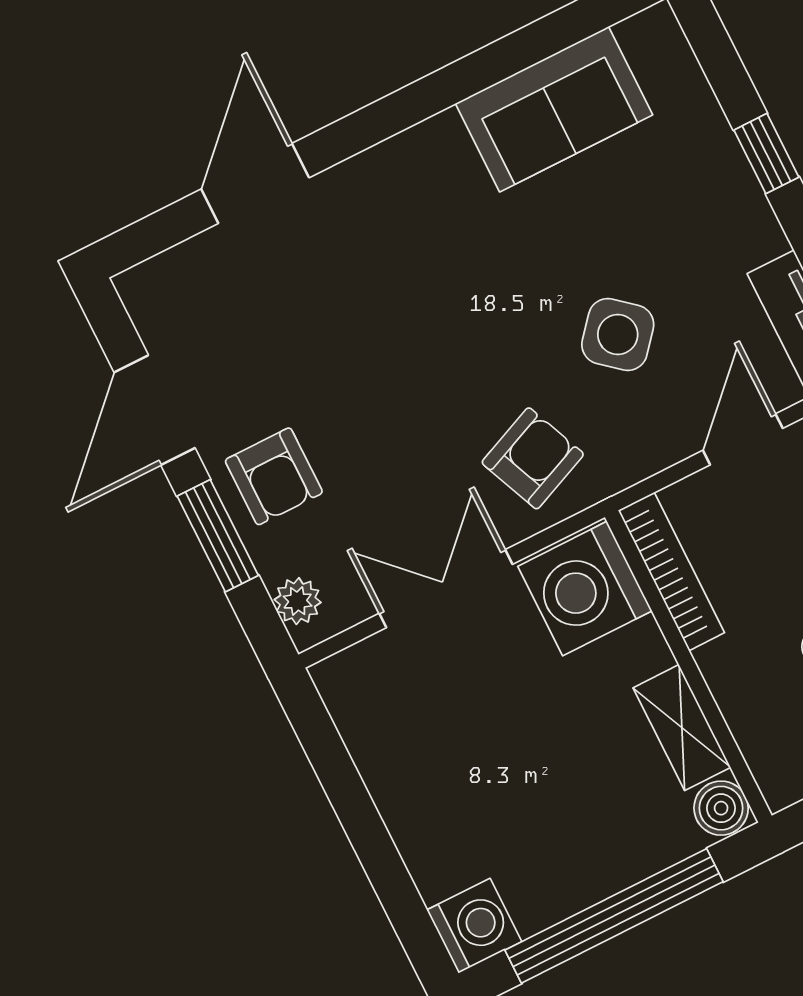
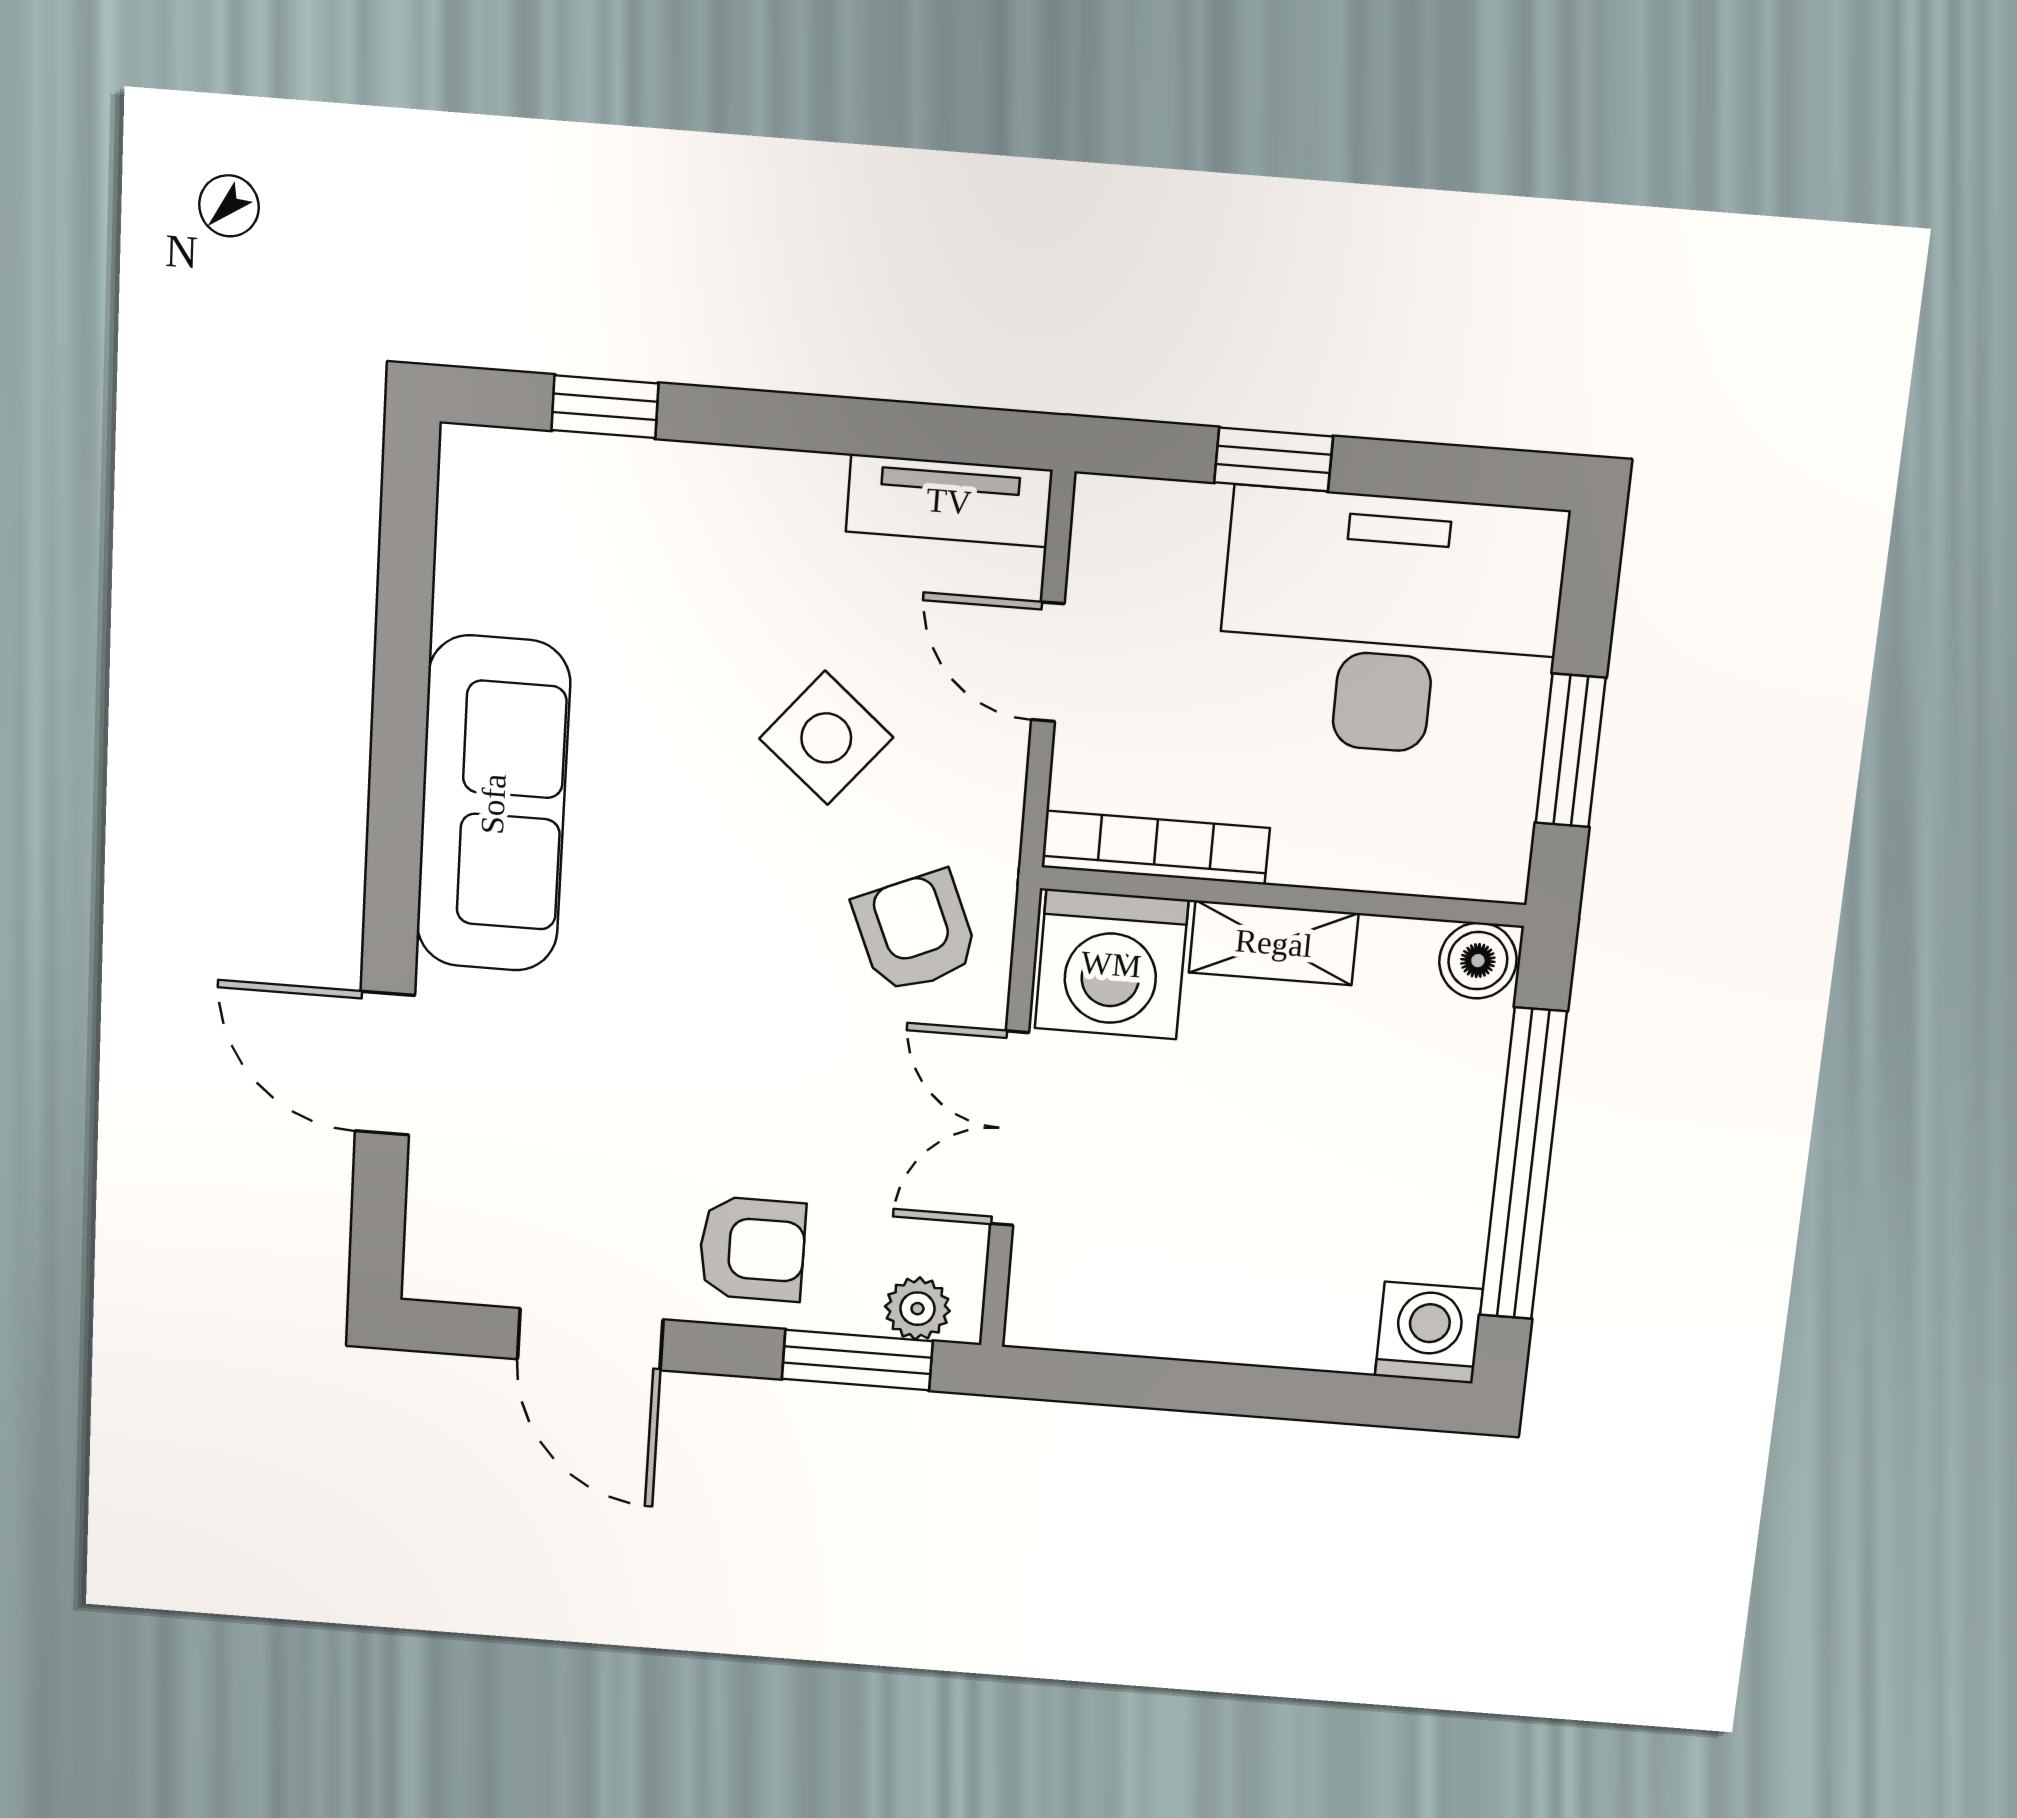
sofa: (554, 109) -> (493, 804), moved, width x1.36
window: (766, 154) -> (605, 407), moved
window: (218, 536) -> (857, 1360), moved
shelving: (682, 728) -> (1274, 943), moved

